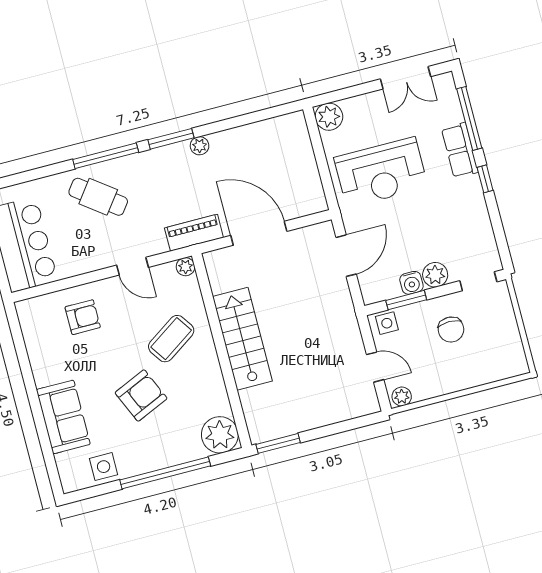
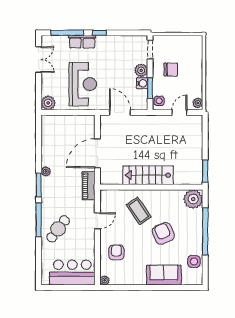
plant: (186, 267) -> (105, 280), moved

